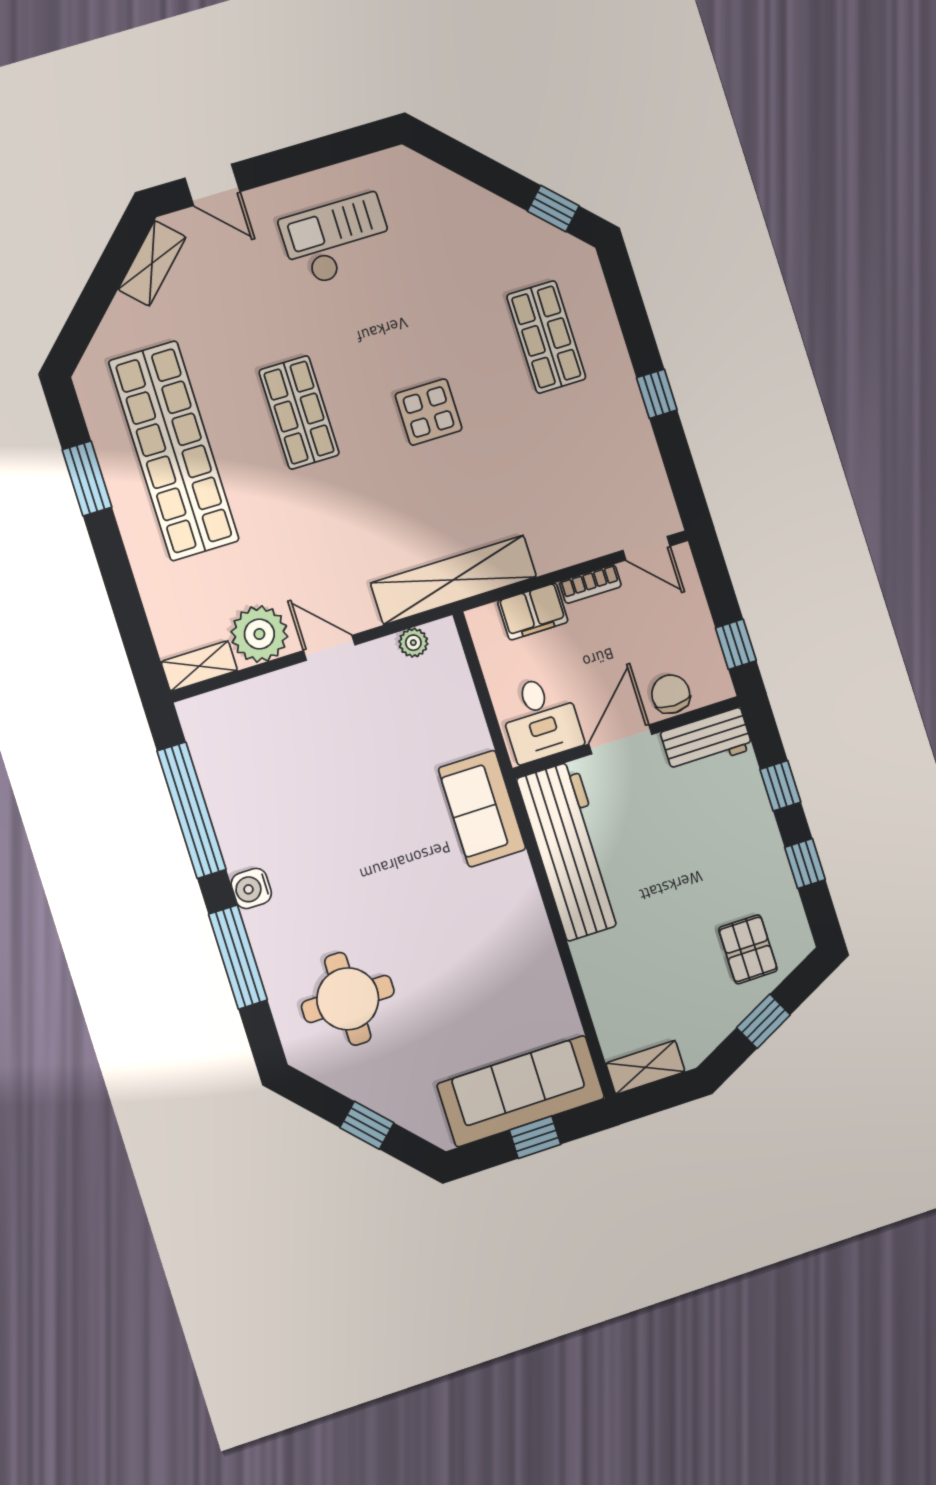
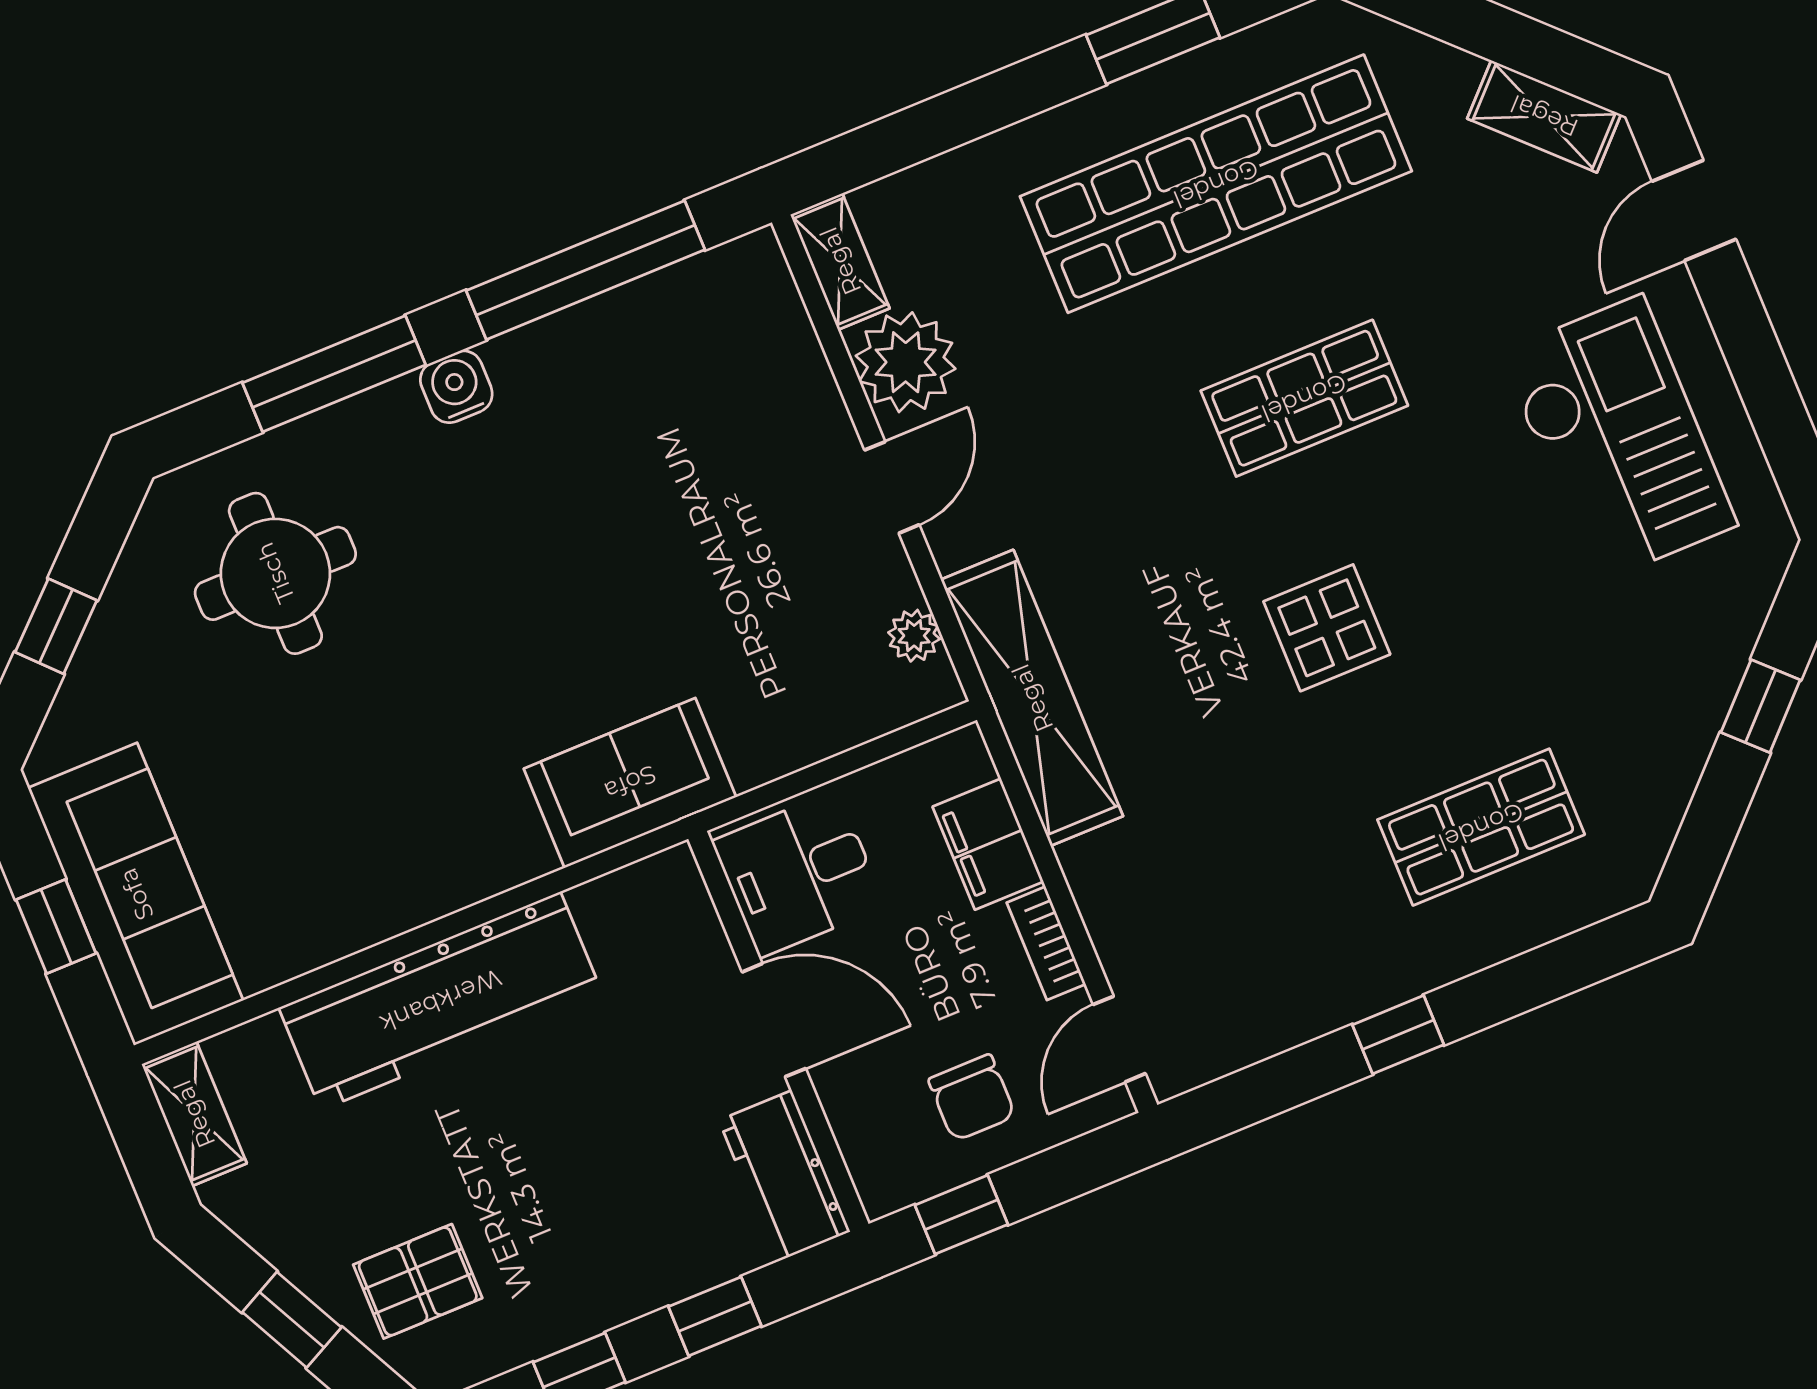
window: (553, 209) -> (1761, 706), moved
checkout: (337, 240) -> (1618, 439), width x1.36, depth x1.21
chair: (671, 694) -> (972, 1098), moved, turned 90
workbench: (571, 851) -> (441, 1001), moved

